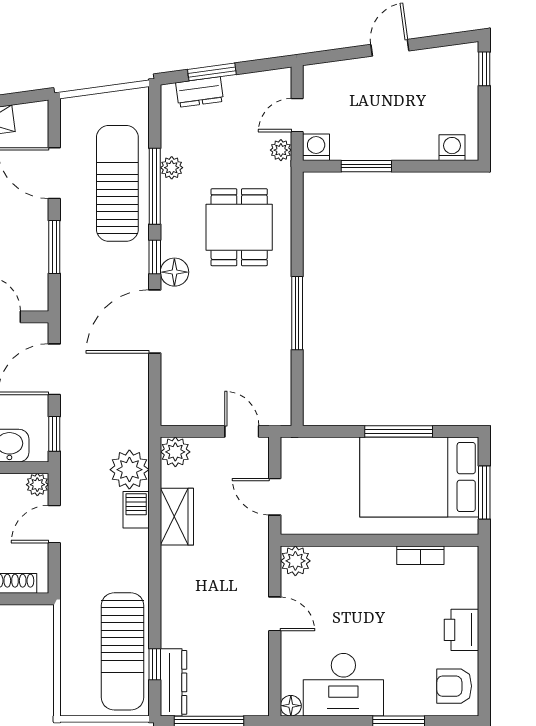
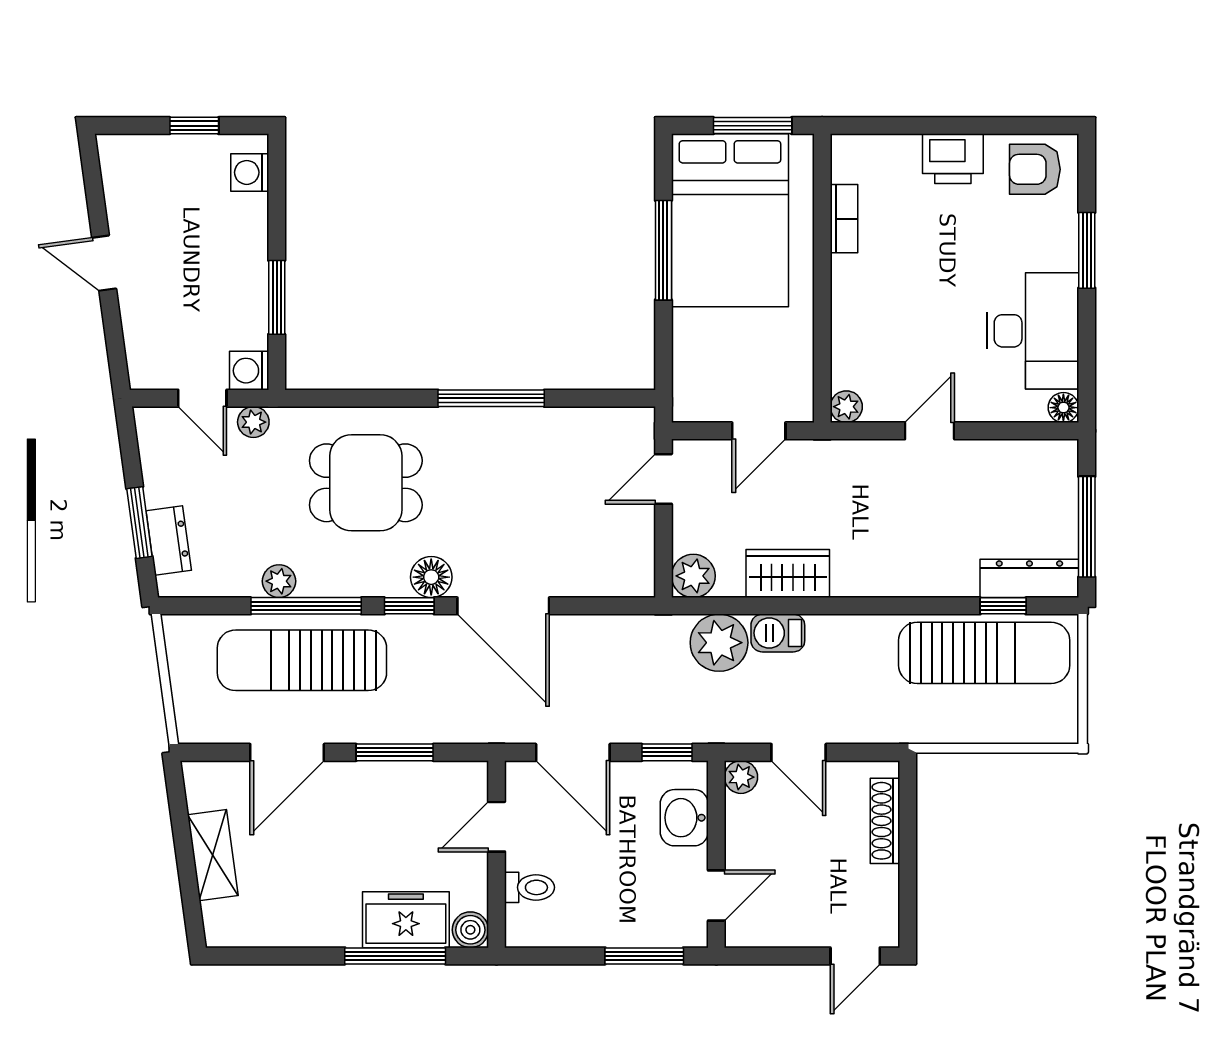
window: (484, 69) -> (194, 126), moved
plant: (295, 561) -> (846, 407), width x0.73, depth x0.73
armchair: (454, 686) -> (1035, 169), turned 90

